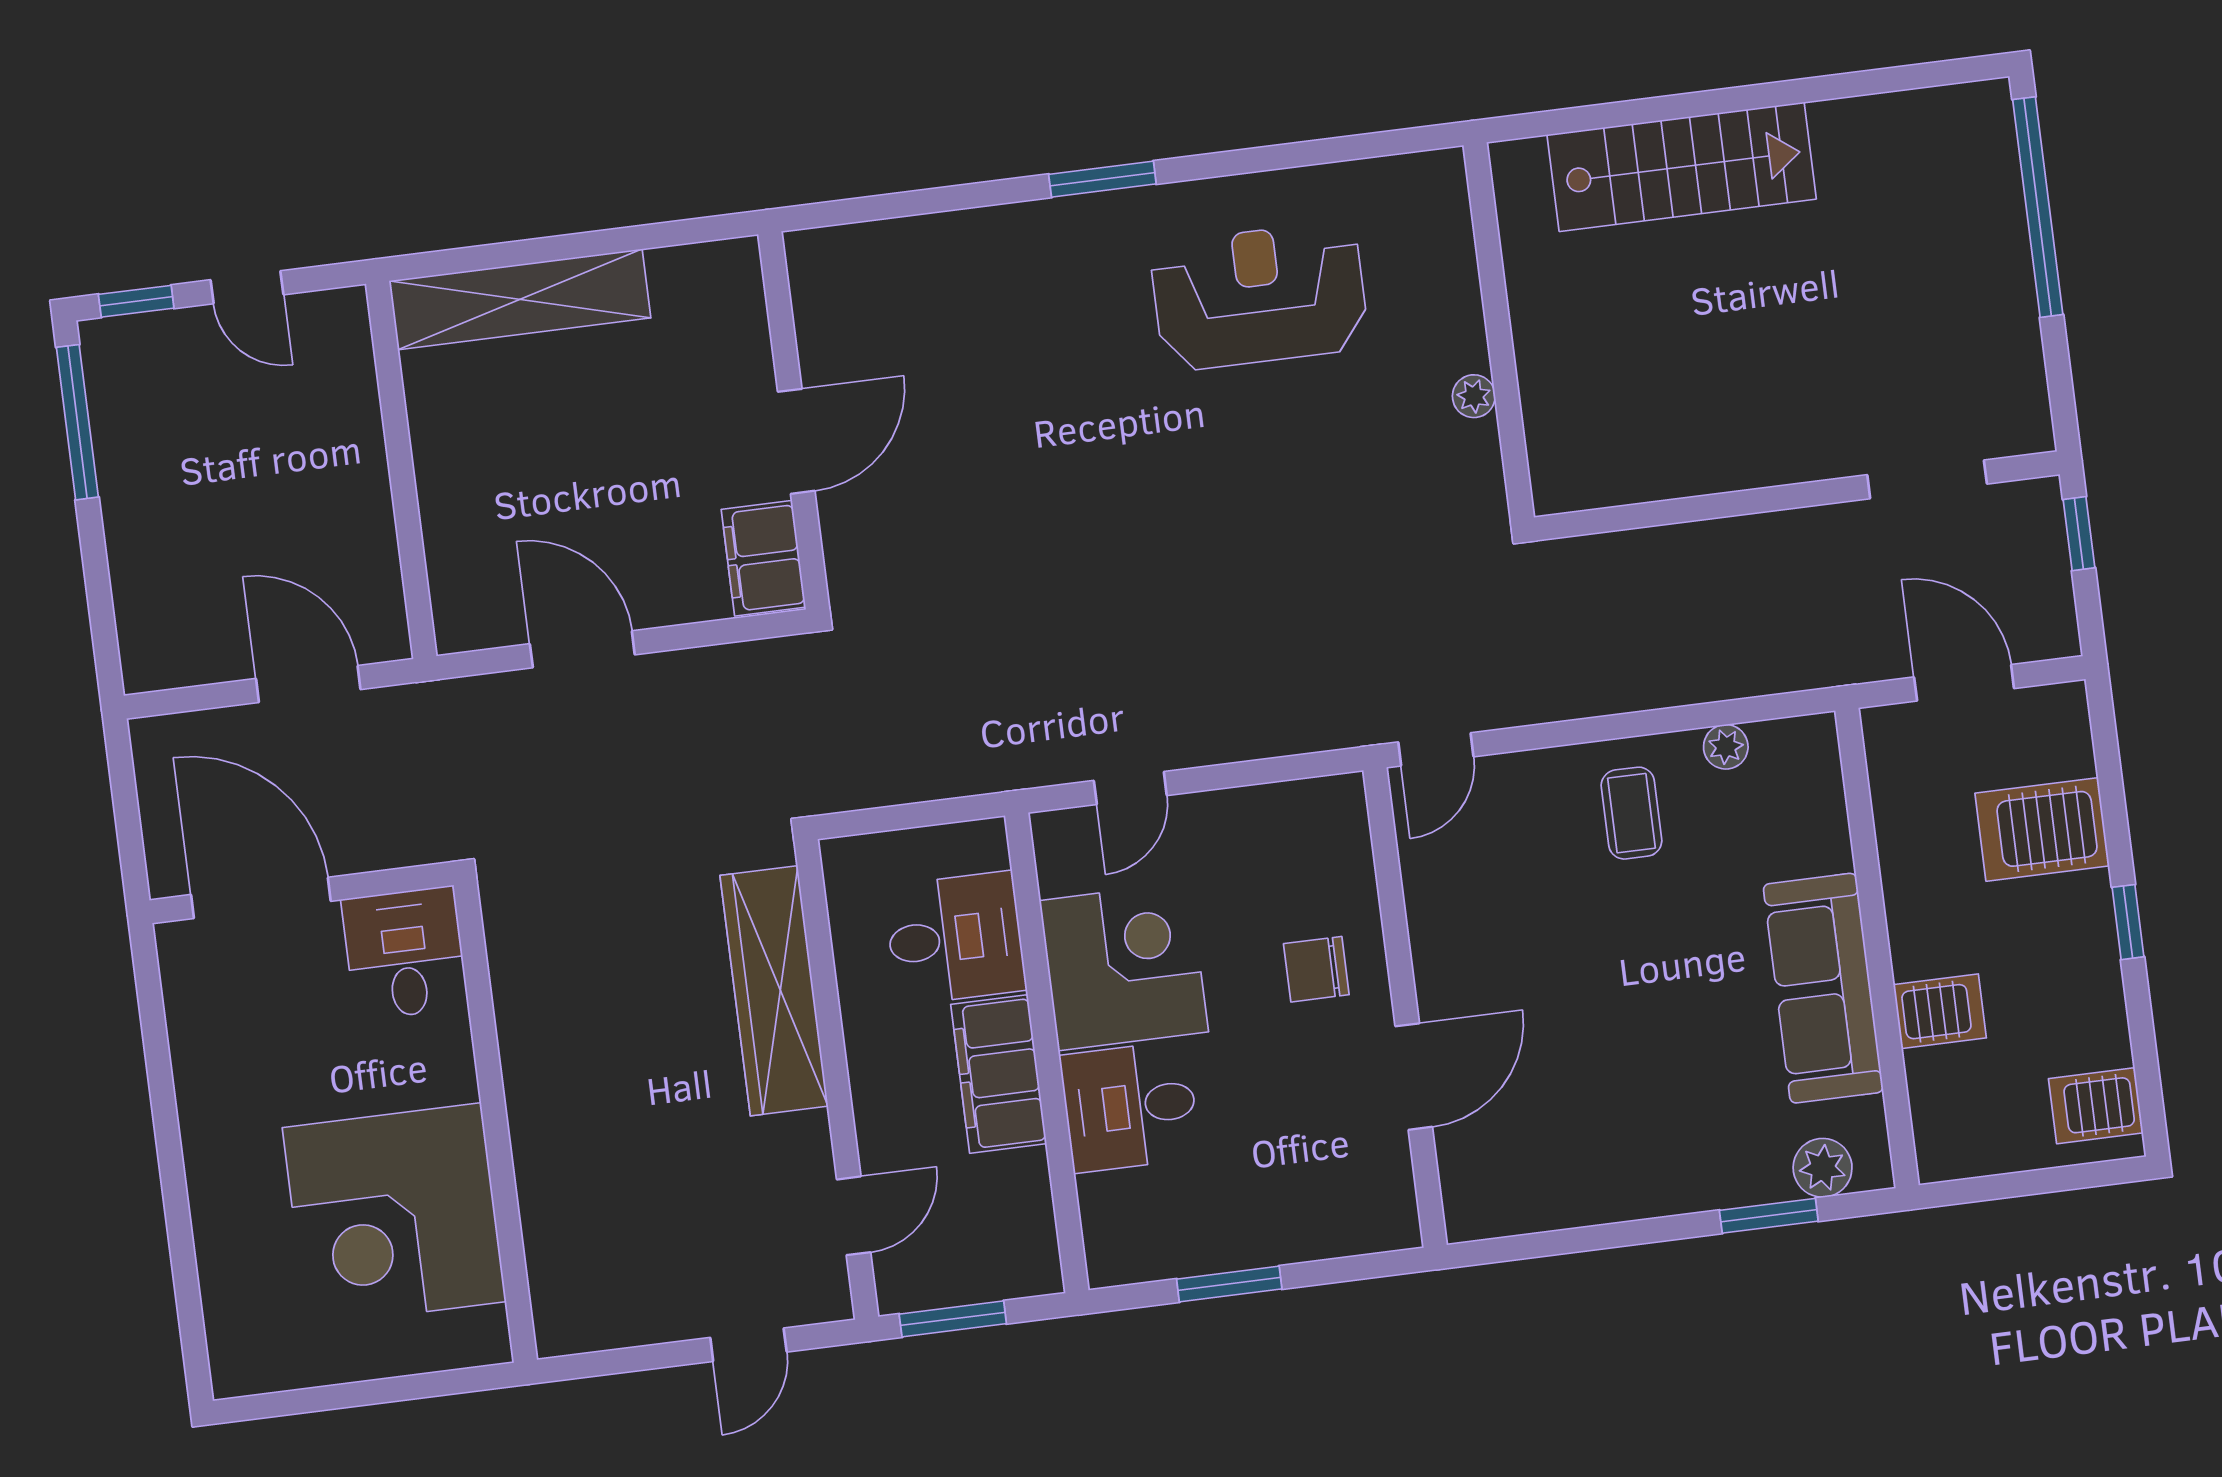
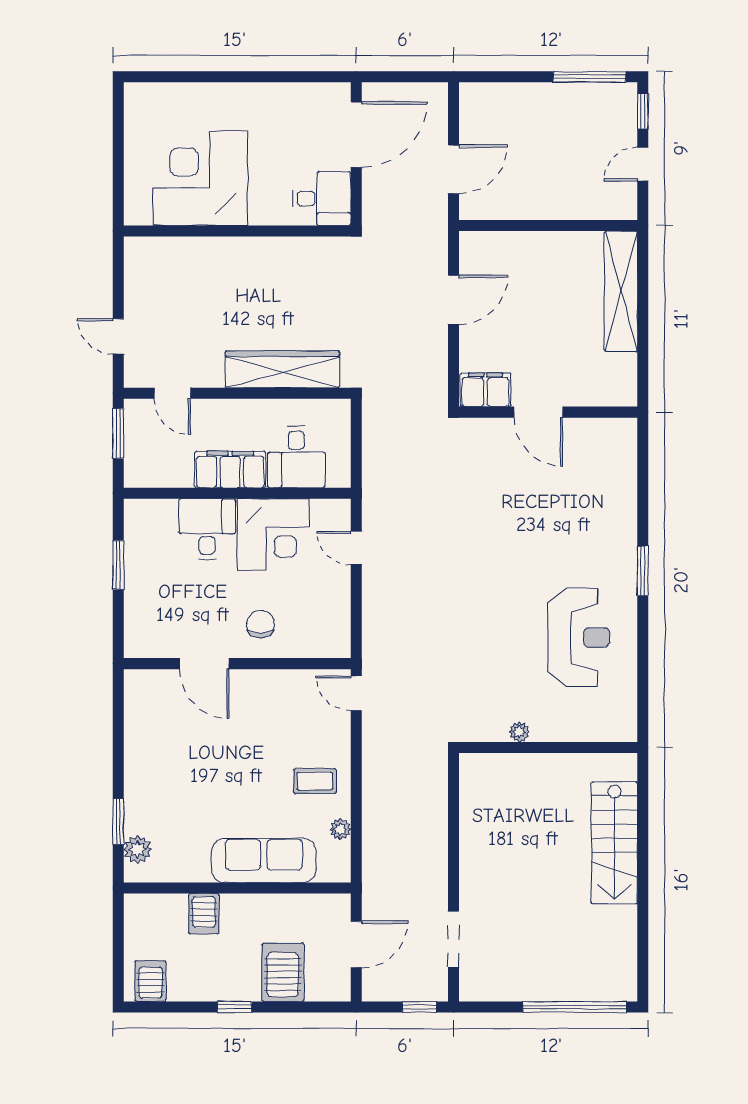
sofa: (1823, 988) -> (264, 860), moved

